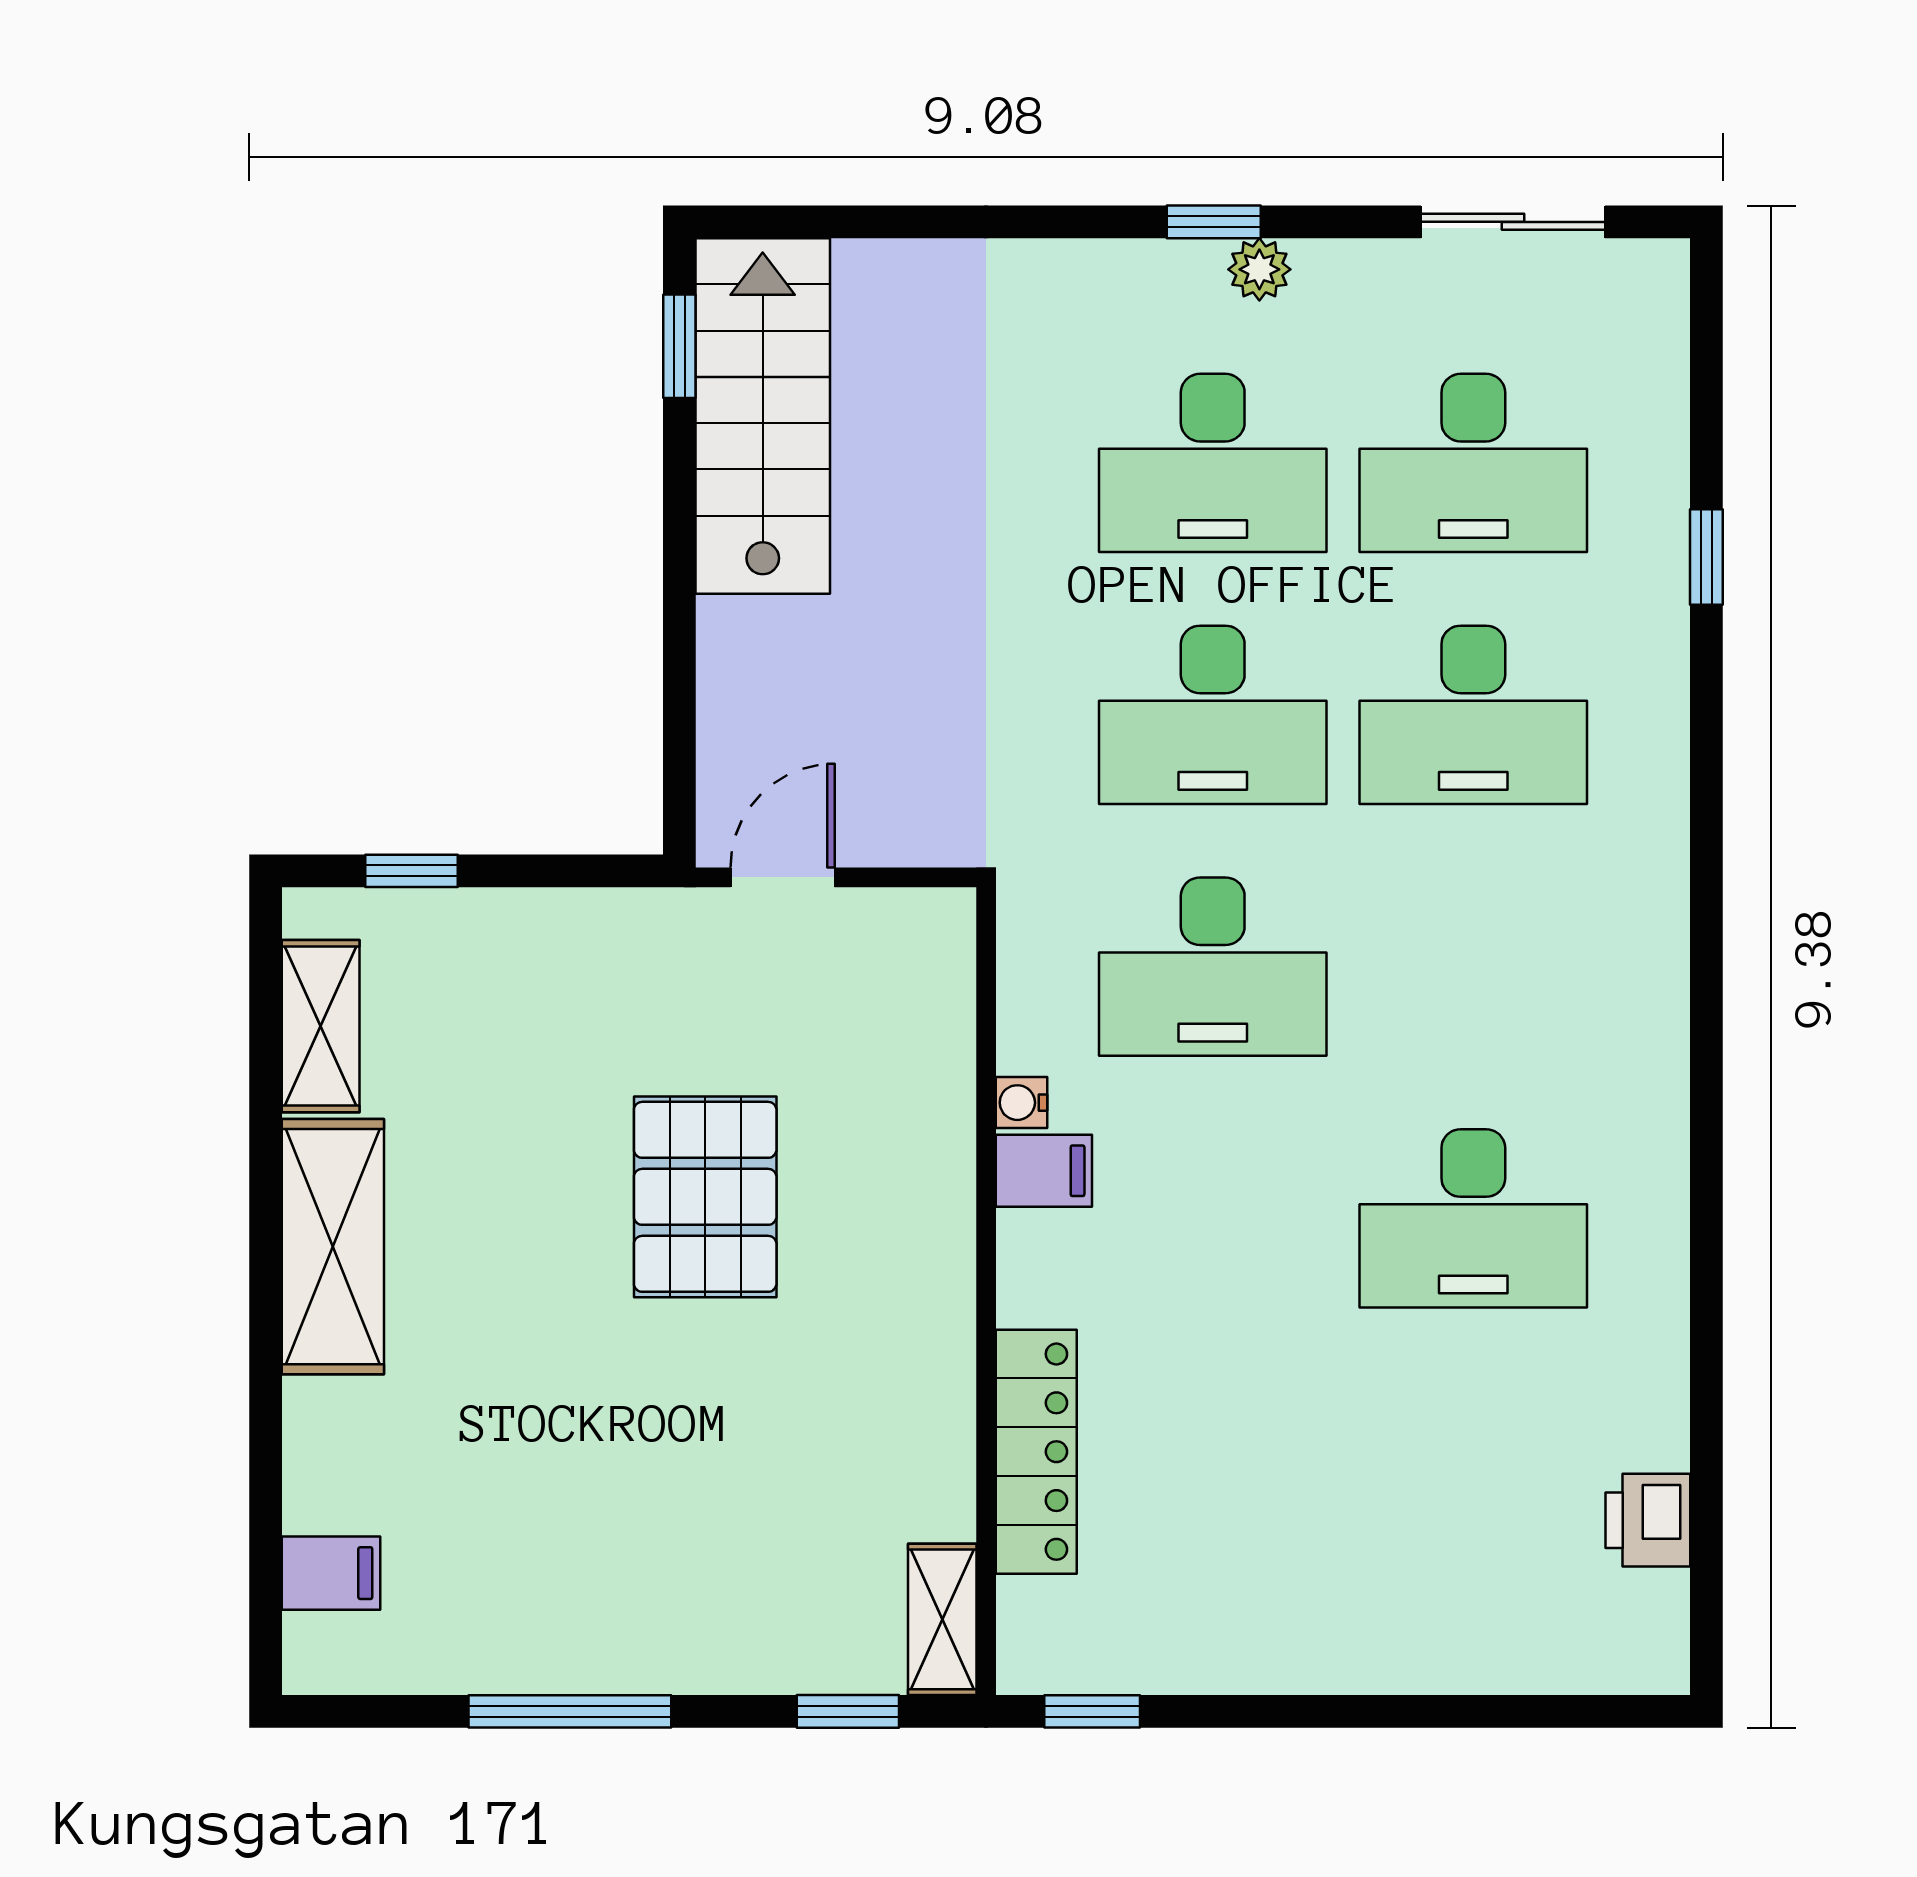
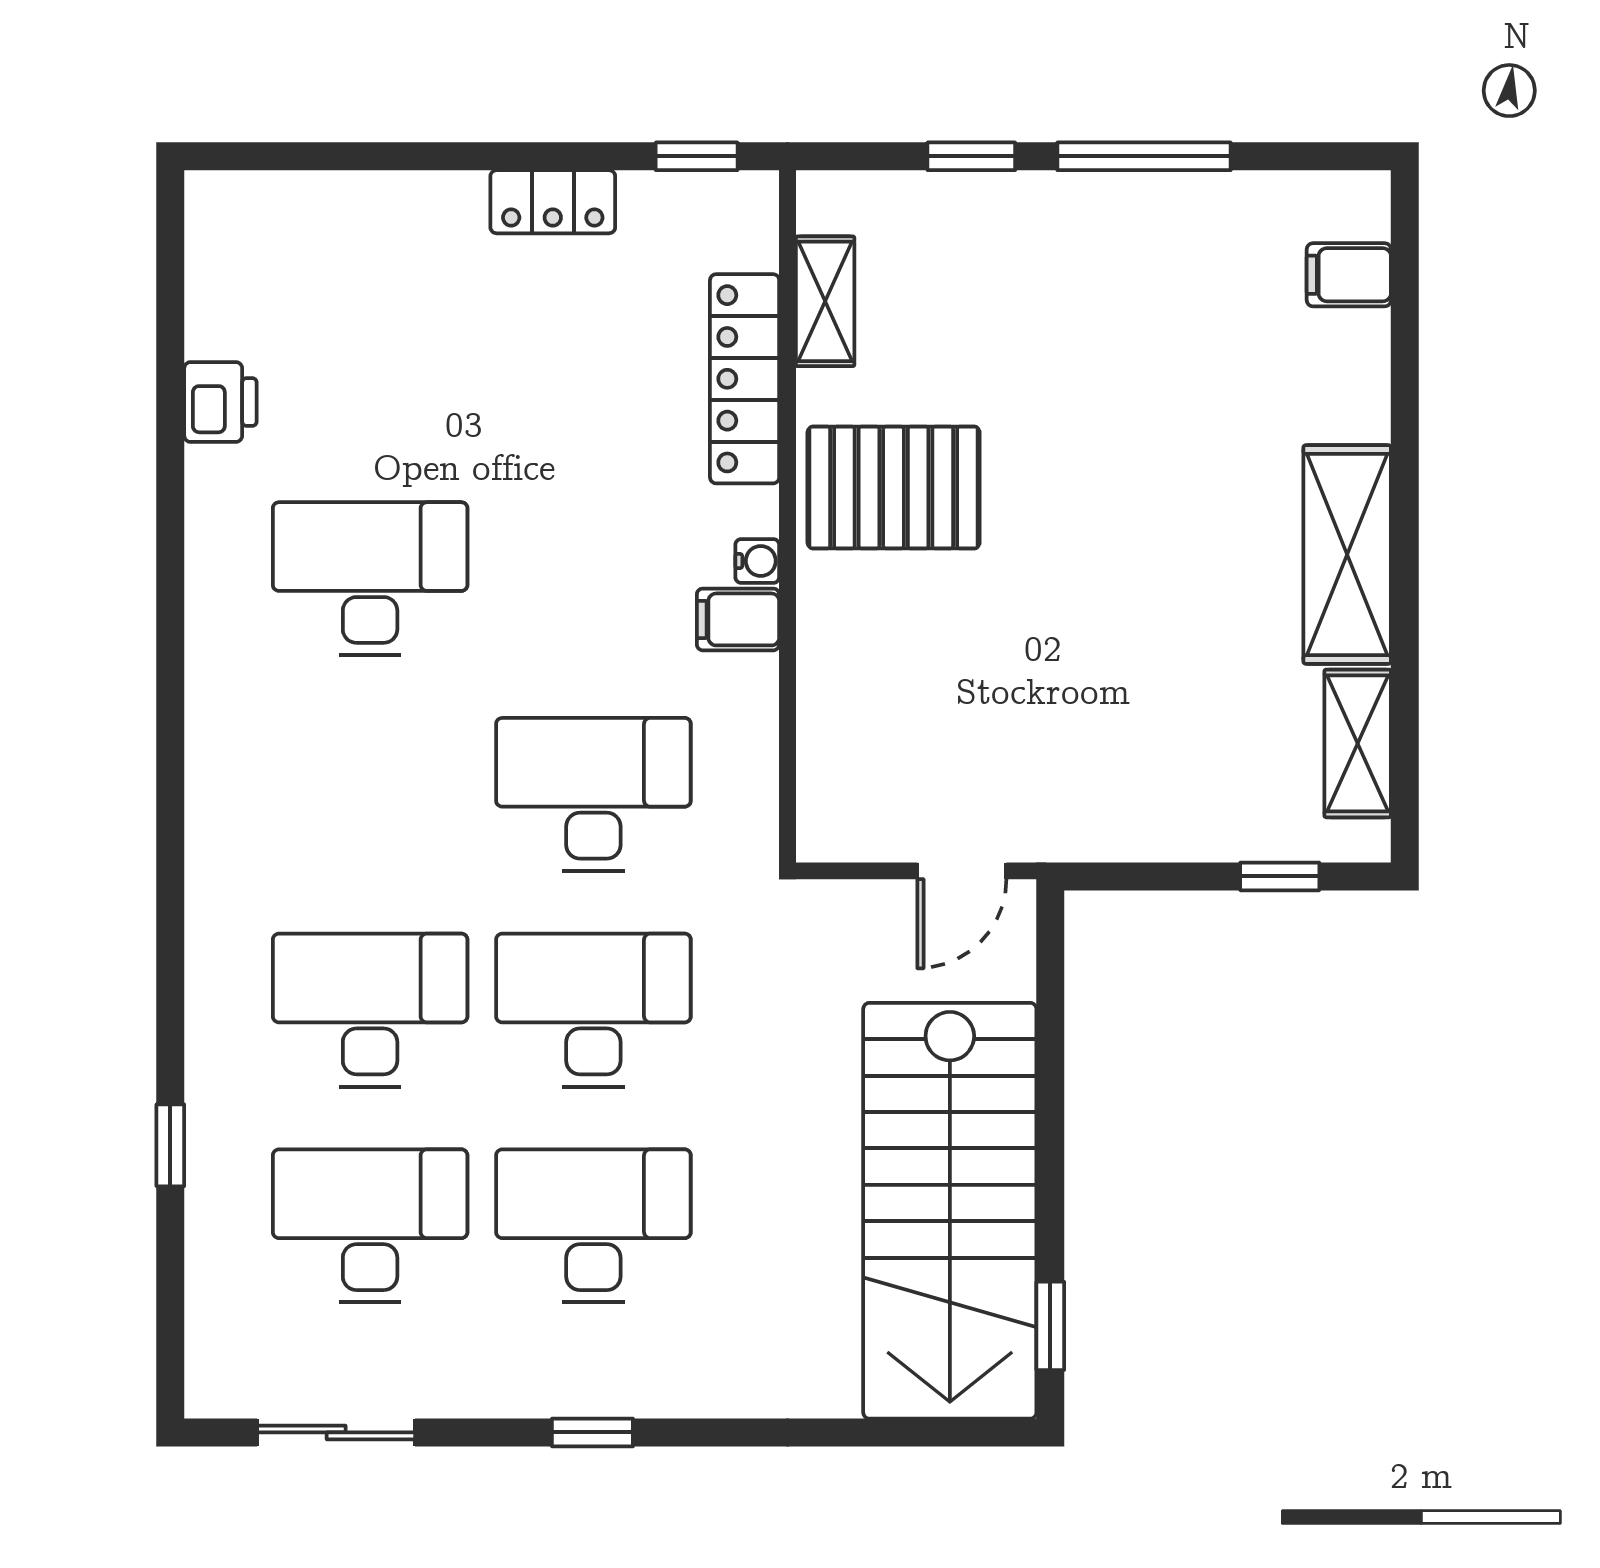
plant: (1259, 269) -> (553, 1392), removed
stairs: (763, 416) -> (950, 1211), width x1.36, depth x1.51
water cooler: (1021, 1103) -> (757, 561), moved
pallet: (705, 1197) -> (894, 488), moved, turned 90
printer: (1648, 1520) -> (220, 402), moved
shelving: (942, 1619) -> (825, 301), moved
locker: (1260, 1658) -> (553, 202), added
window: (848, 1711) -> (971, 156), moved

